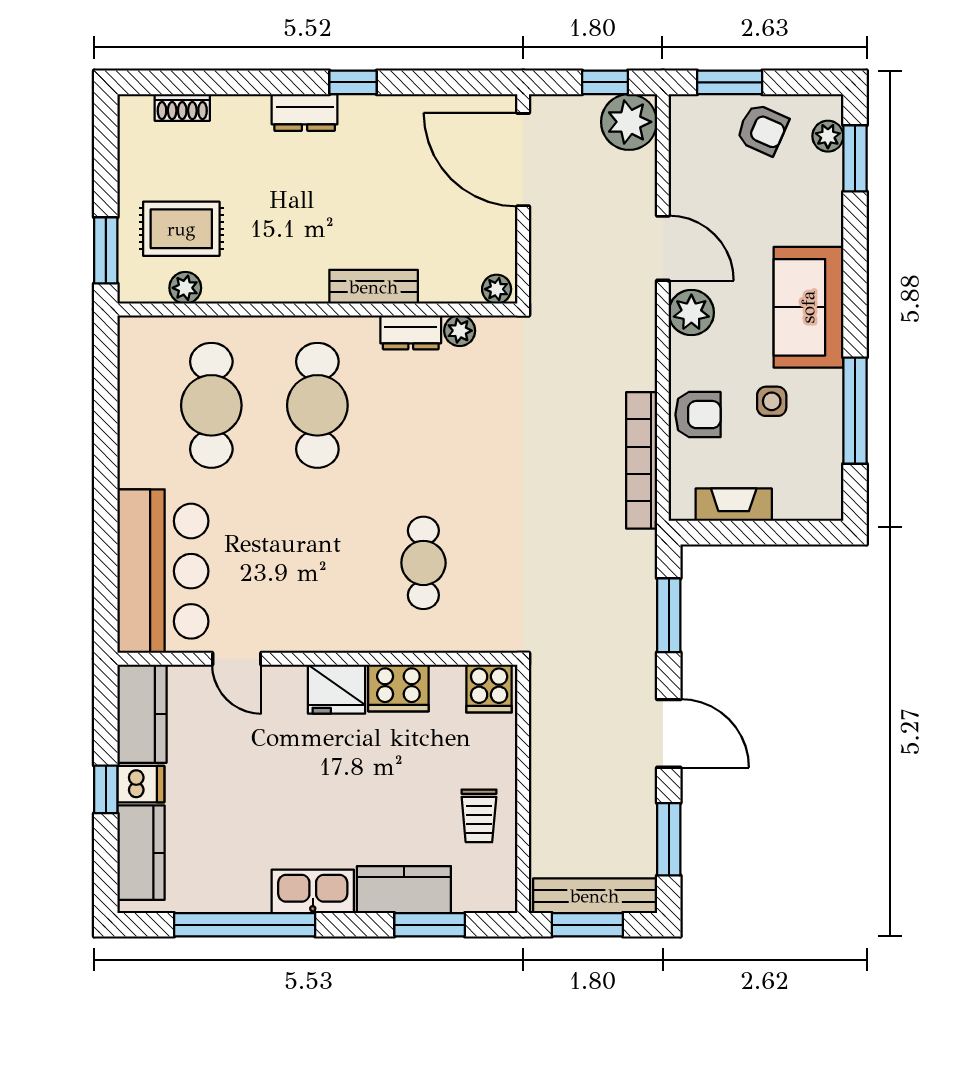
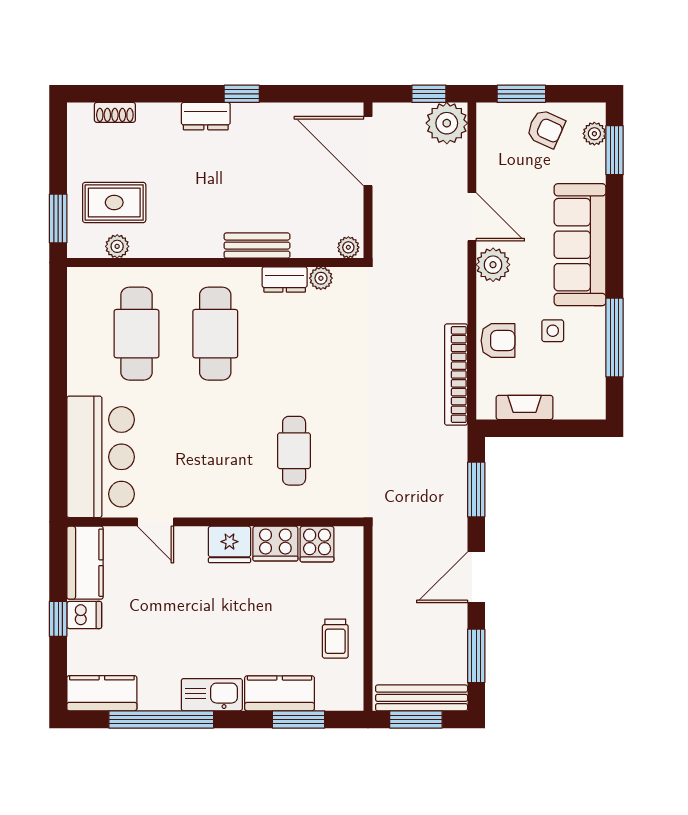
sofa: (808, 307) -> (580, 245), width x1.36
cooker: (489, 689) -> (317, 544), moved
door: (669, 733) -> (476, 577), swing flipped
kitchen counter: (141, 853) -> (102, 693), moved, turned -90

